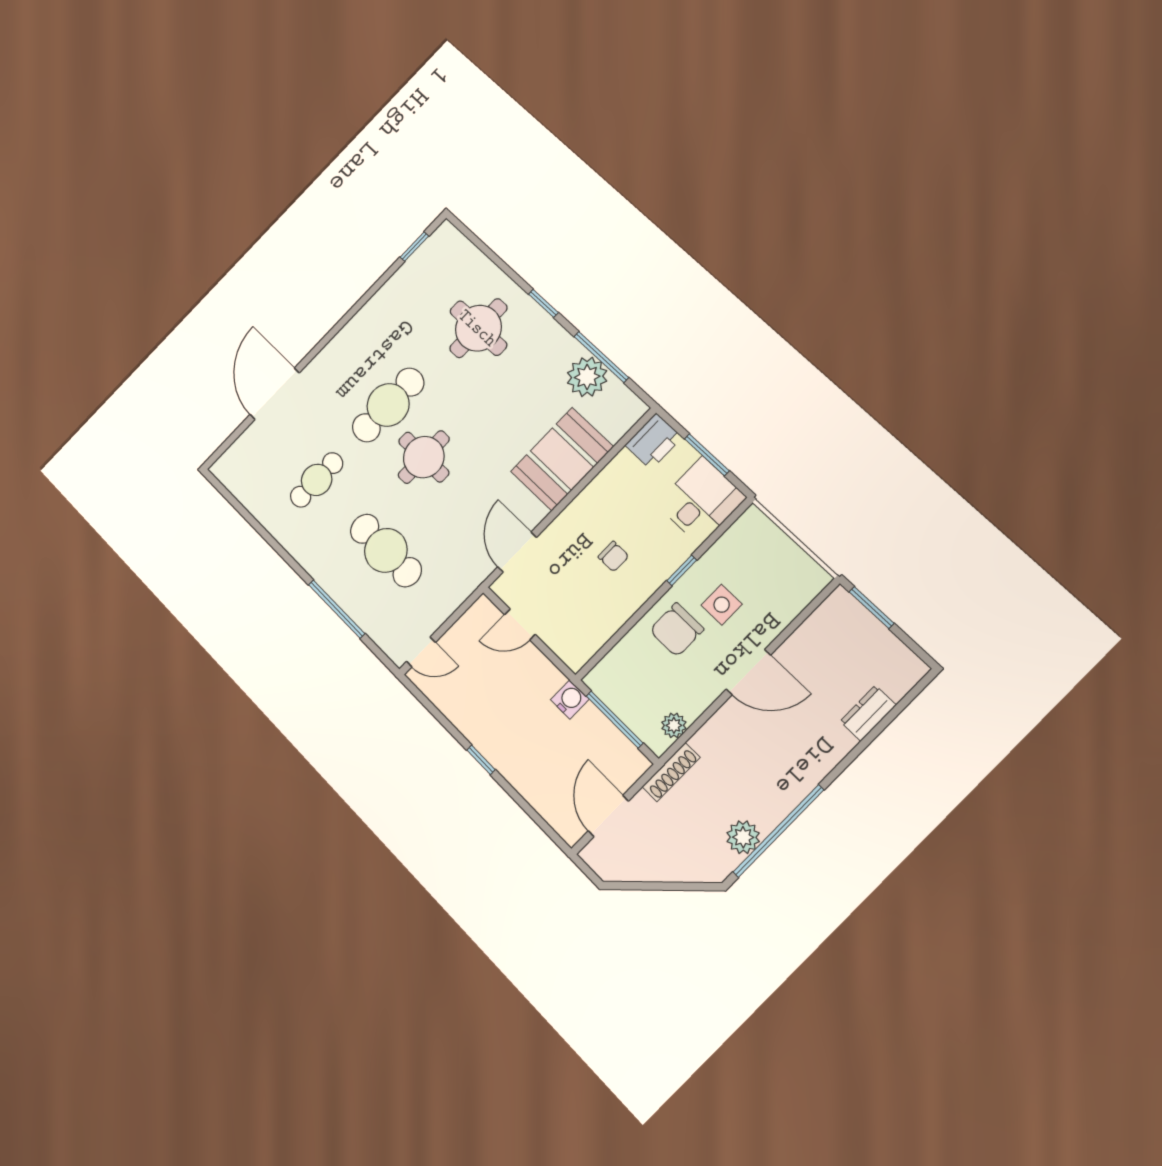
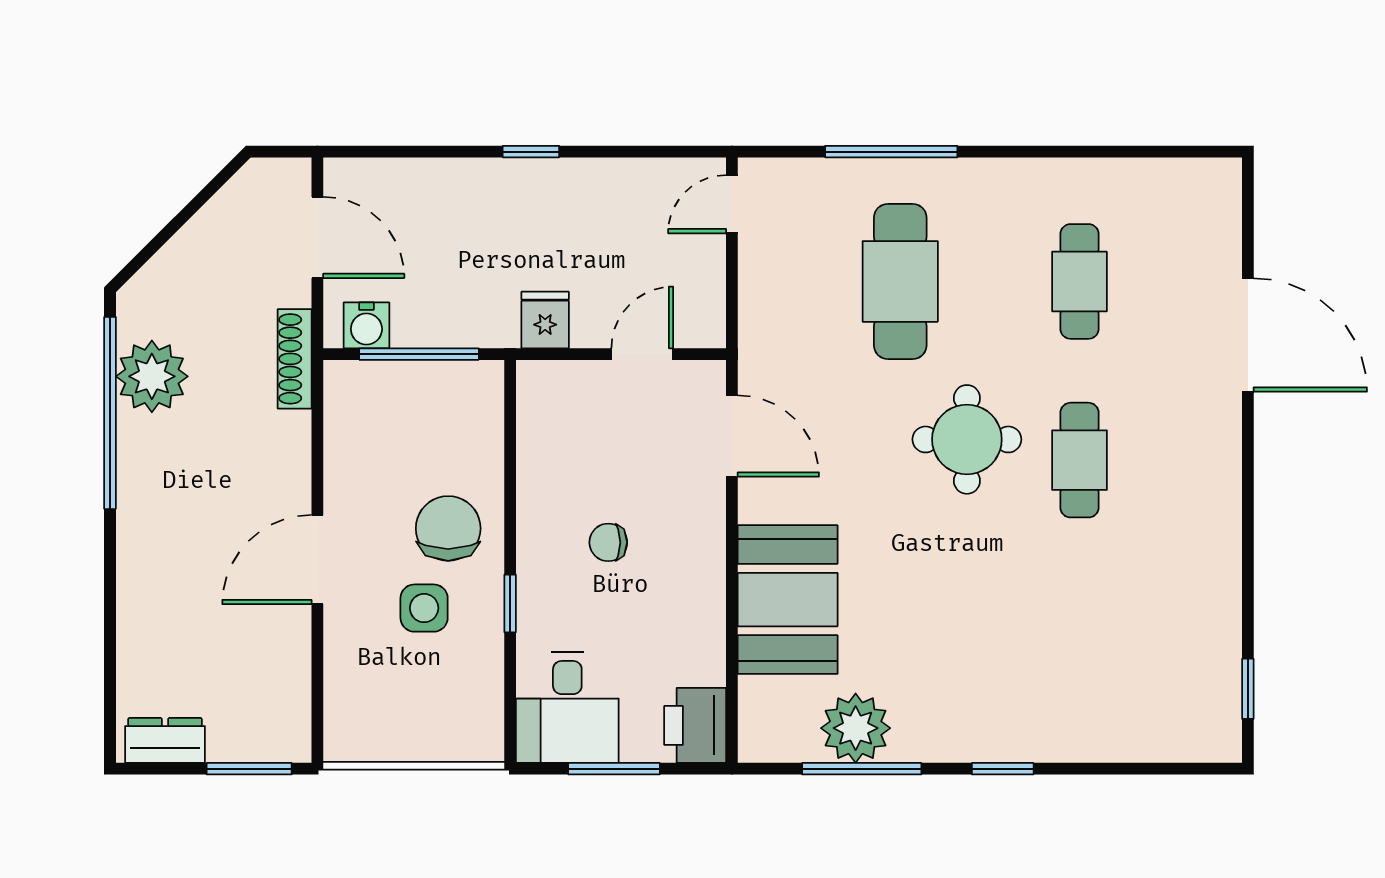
round table: (478, 328) -> (1057, 662), removed
cafe table: (388, 405) -> (1080, 460), width x0.73, depth x0.74
cafe table: (386, 550) -> (900, 281), turned 90
fridge: (546, 680) -> (545, 320), added
water cooler: (570, 699) -> (366, 325), moved
dresser: (868, 713) -> (165, 740), moved, turned -90
plant: (674, 725) -> (343, 415), removed
plant: (743, 837) -> (152, 376), width x1.36, depth x1.36

